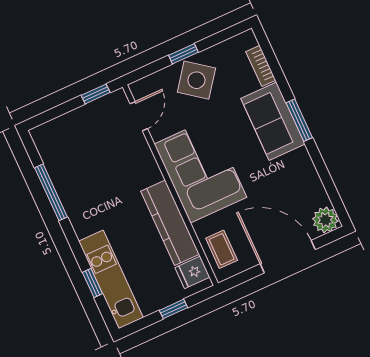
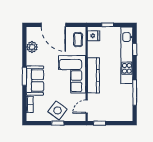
plant: (325, 220) -> (32, 47), moved
kitchen counter: (170, 223) -> (93, 75), moved
kitchen unit: (111, 279) -> (127, 55), width x1.36

